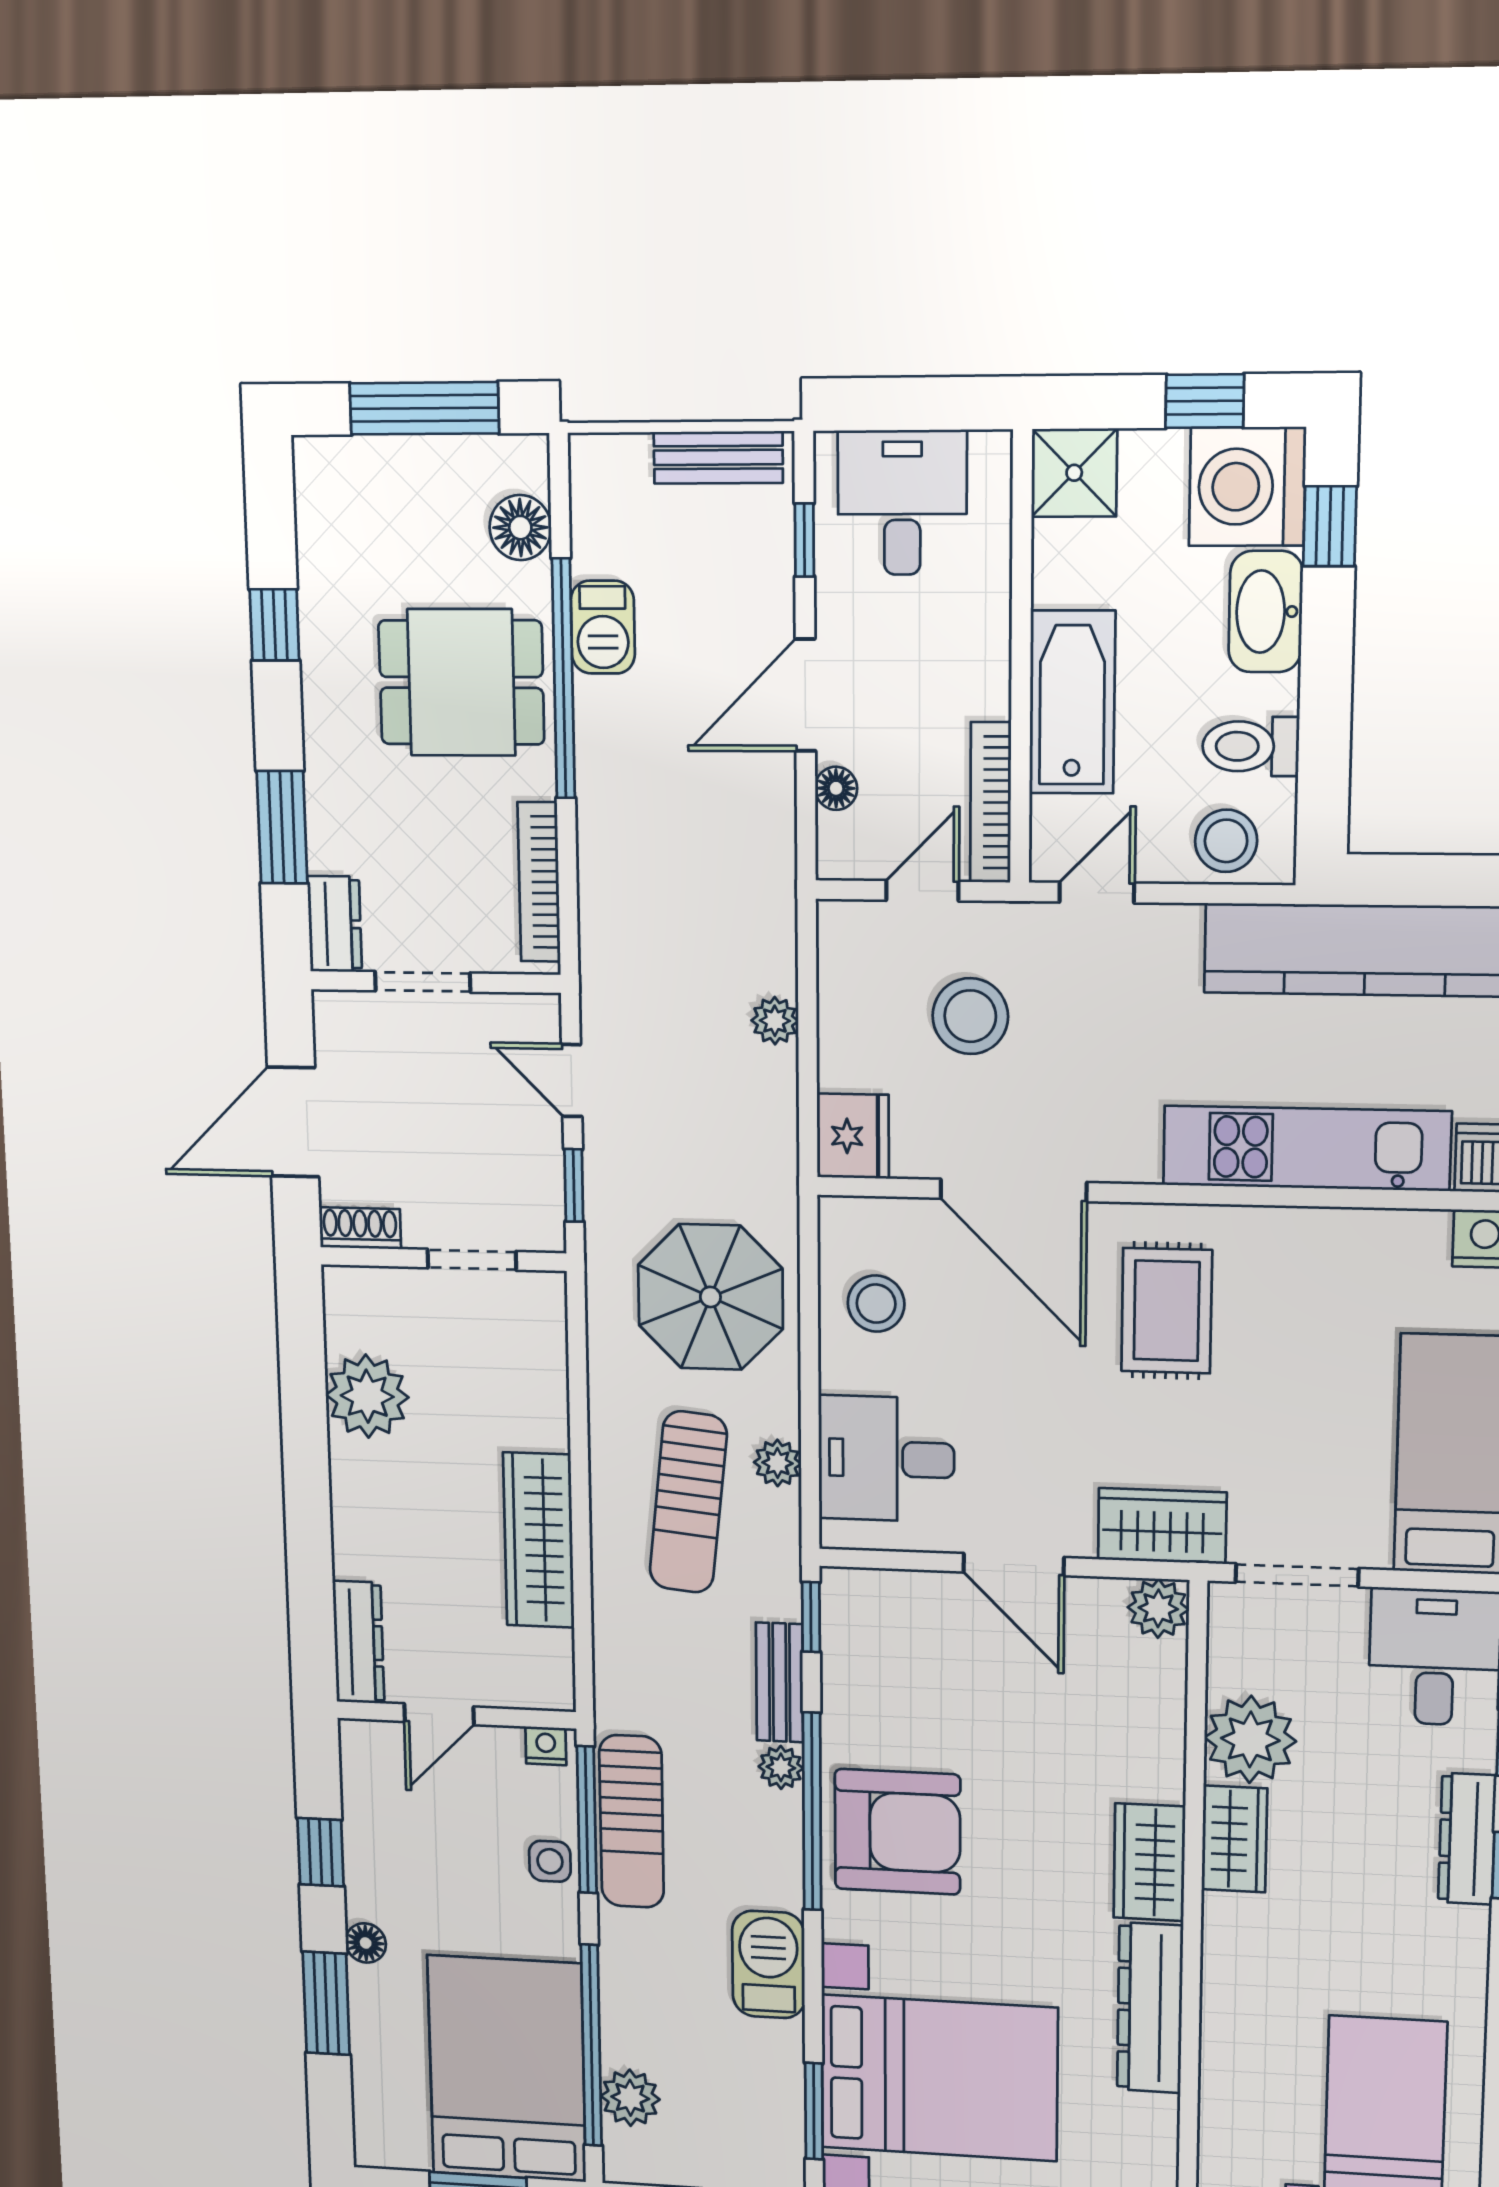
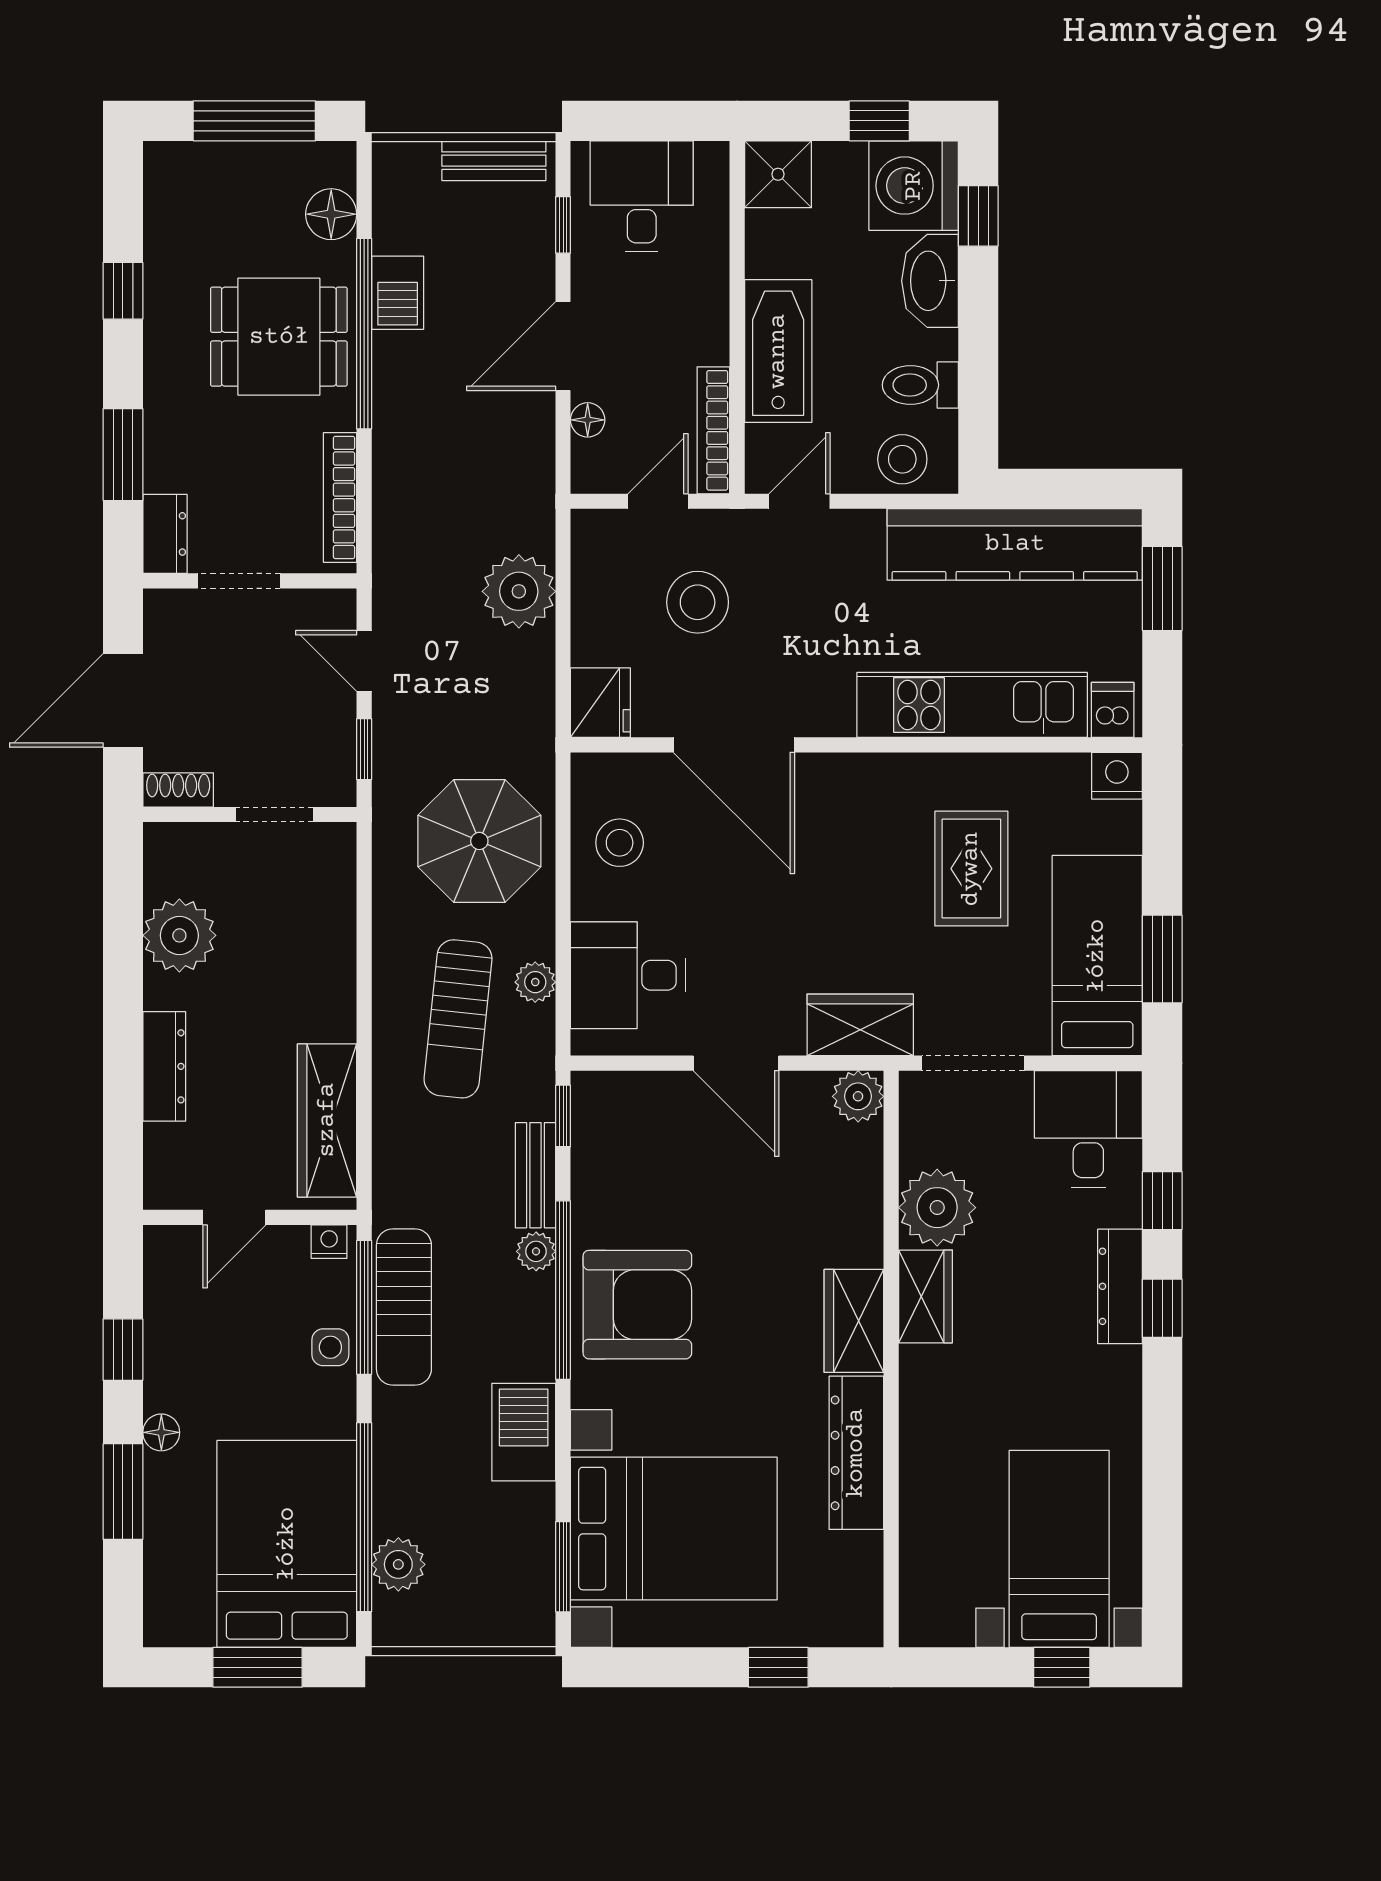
plant: (775, 1021) -> (519, 591), width x1.88, depth x1.88
rug: (1167, 1311) -> (971, 869), moved
wardrobe: (539, 1540) -> (327, 1120), moved
dresser: (359, 1642) -> (164, 1066), moved

